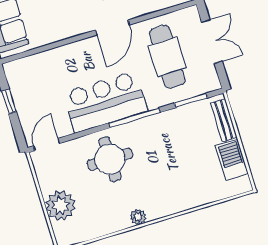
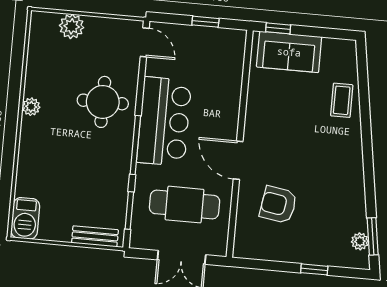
barbecue: (232, 160) -> (25, 218), moved, turned 90
plant: (61, 205) -> (72, 26), width x0.73, depth x0.73

